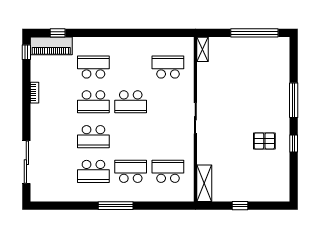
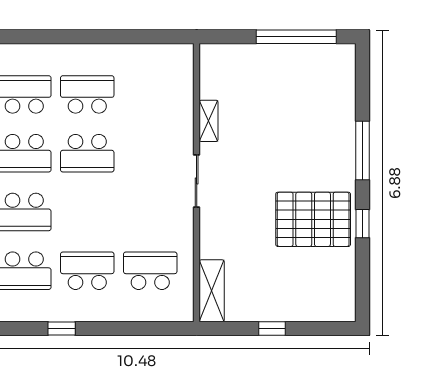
shelving: (203, 49) -> (209, 121), moved
school desk: (168, 67) -> (87, 94), moved
pallet: (264, 141) -> (313, 219), width x2.05, depth x2.00
window: (116, 206) -> (62, 329), width x0.46

